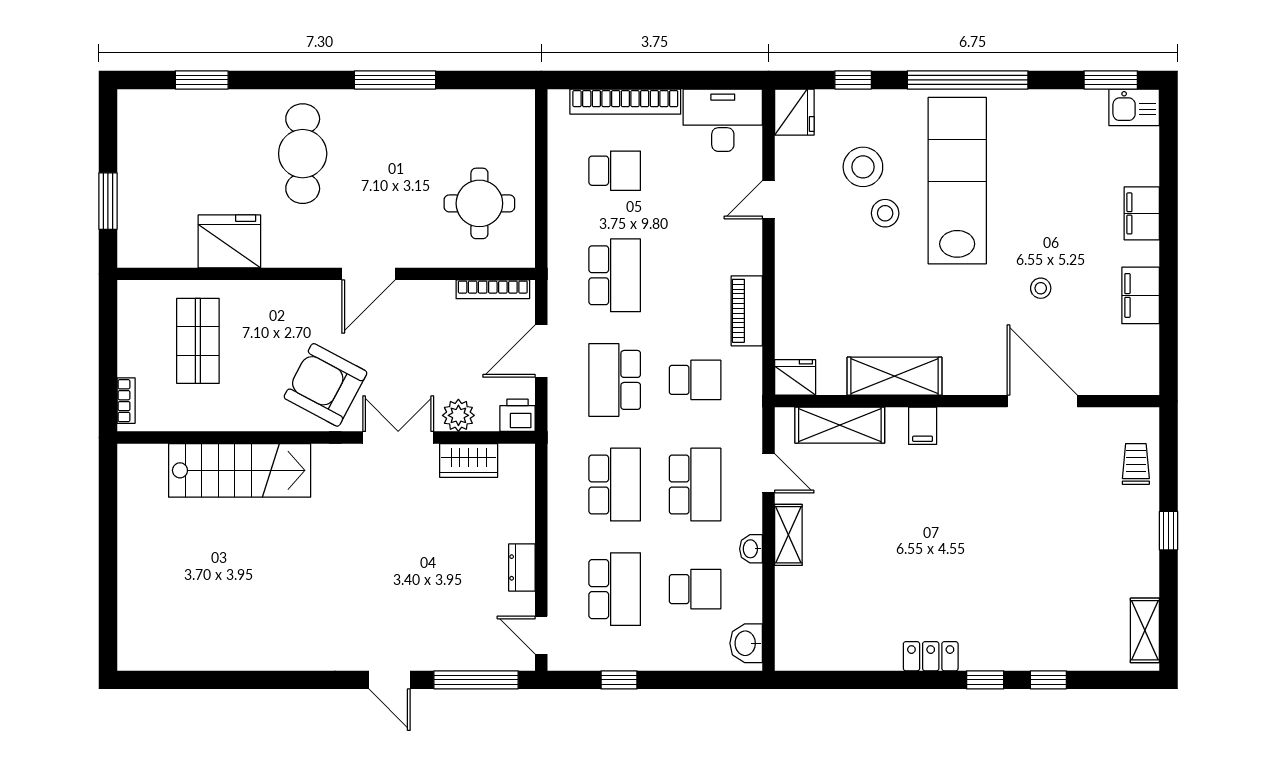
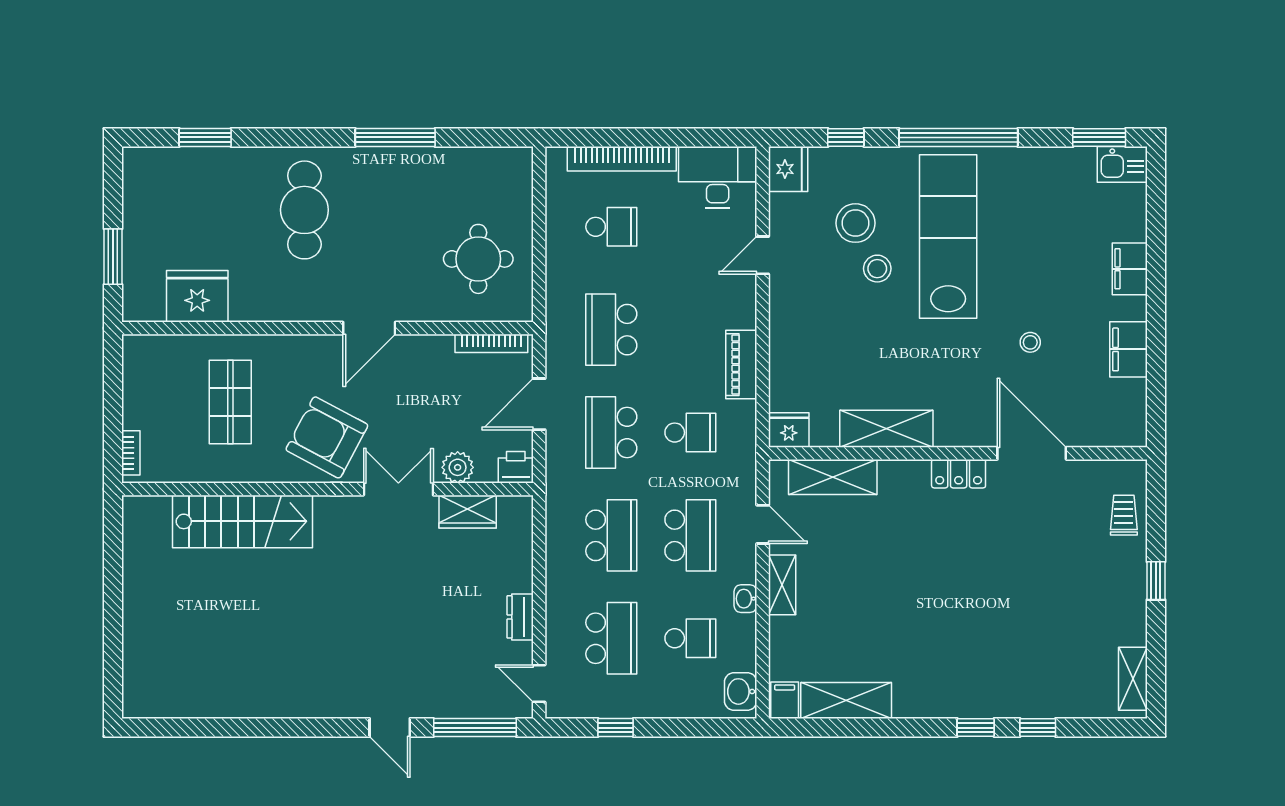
fridge: (229, 241) -> (197, 296), moved
school desk: (615, 275) -> (611, 330), turned 180
shop shelf: (198, 341) -> (230, 402), moved
filing cabinet: (923, 426) -> (785, 700), moved, turned 180
shelving: (853, 652) -> (846, 700), added
locker: (931, 656) -> (959, 474), moved, turned 180

